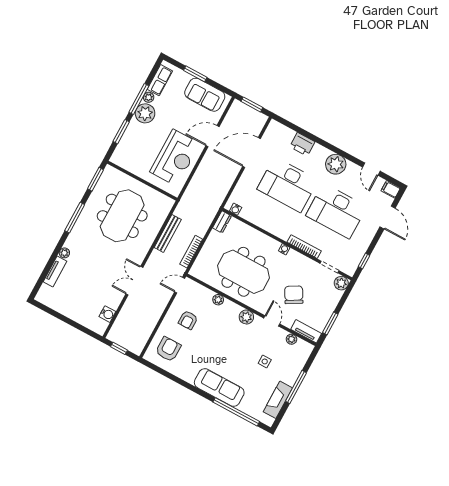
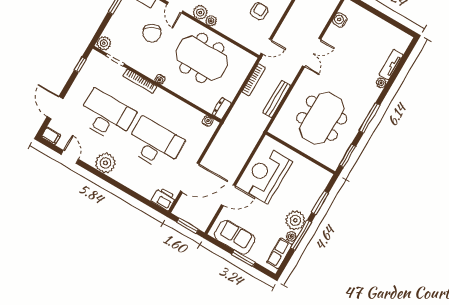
printer: (302, 144) -> (164, 199), moved
plant: (218, 300) -> (211, 21), moved

